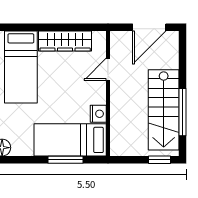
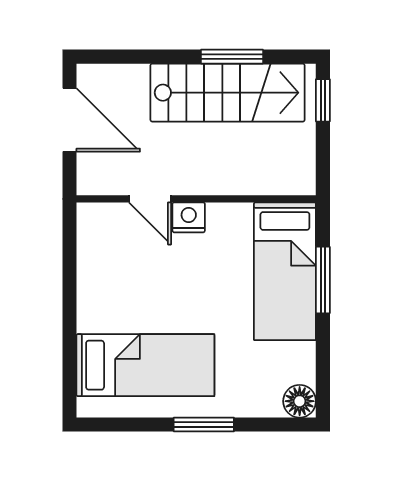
wardrobe: (65, 41) -> (96, 281), removed
window: (182, 112) -> (232, 57), width x0.69
nightstand: (98, 114) -> (189, 217), moved

